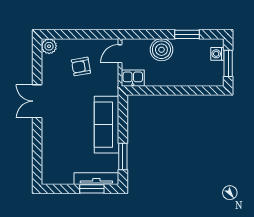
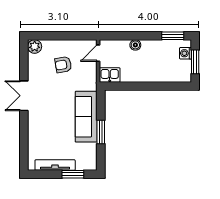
window: (187, 34) -> (173, 36), moved
boiler: (161, 50) -> (135, 45), width x0.54, depth x0.54
window: (123, 157) -> (101, 132), moved
tv unit: (96, 179) -> (55, 165), moved

